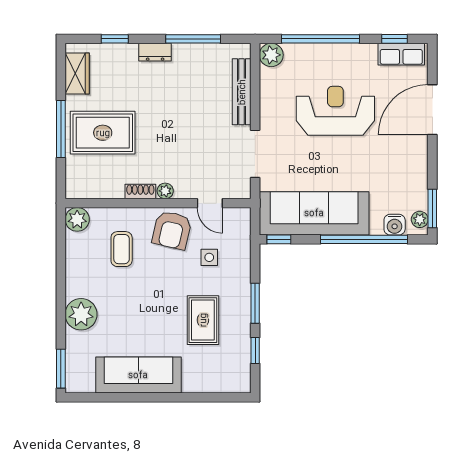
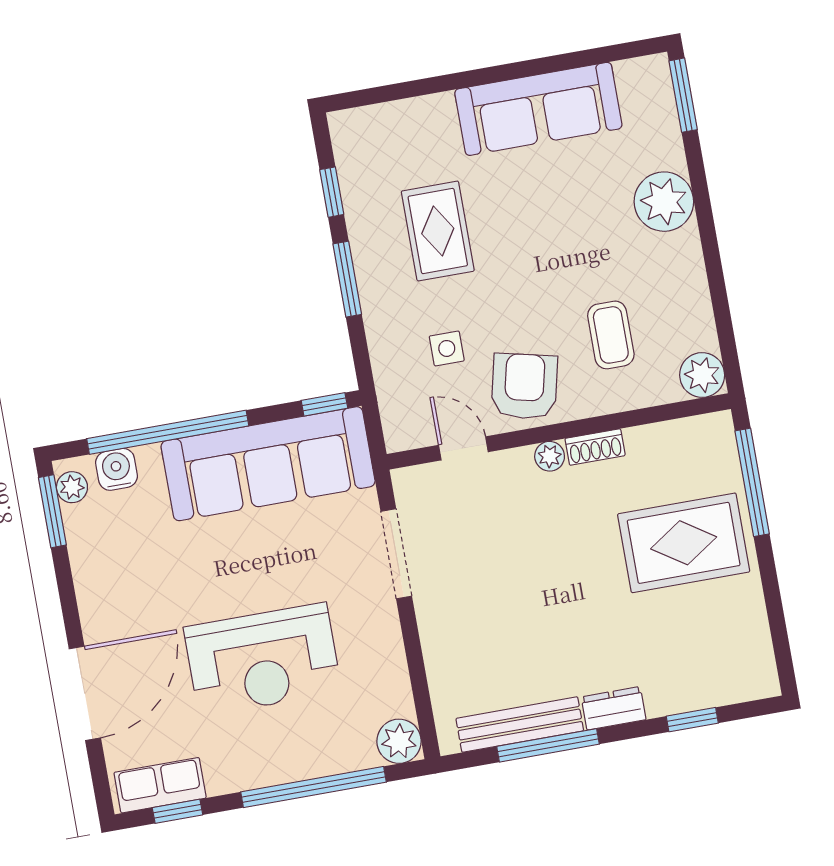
wardrobe: (77, 74) -> (750, 643), removed
bench: (242, 92) -> (520, 725), moved, turned 90
window: (61, 129) -> (752, 482), moved

